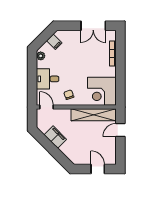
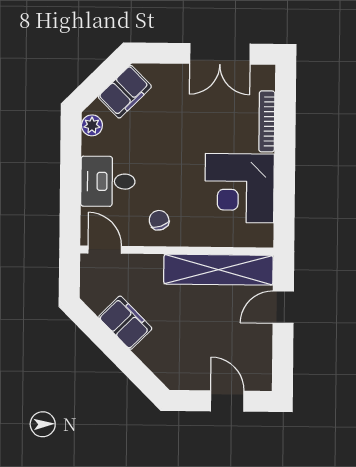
filing cabinet: (54, 42) -> (125, 92), width x2.00
corner desk: (102, 91) -> (240, 188), moved

